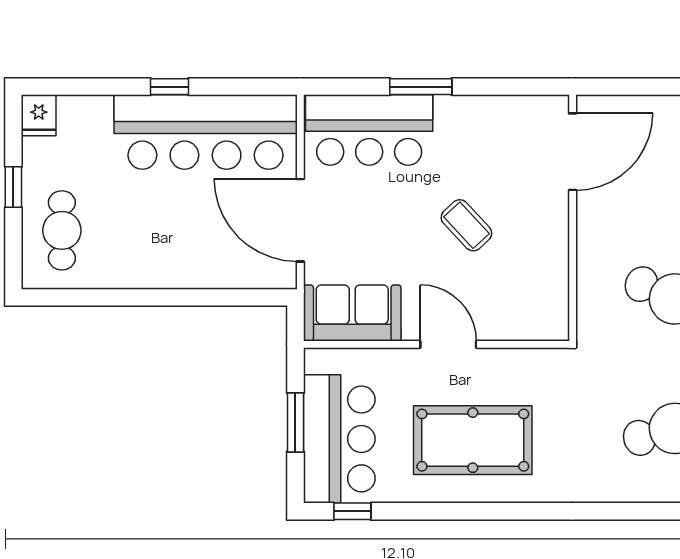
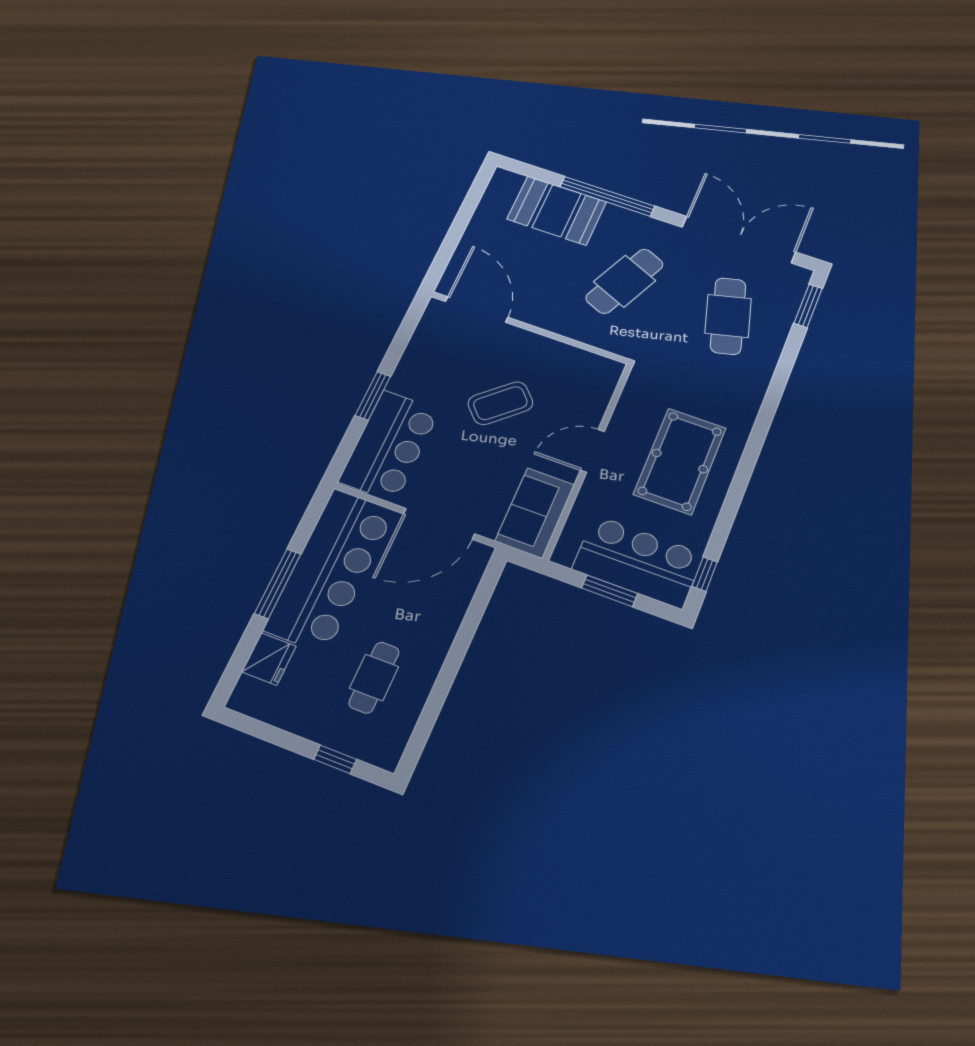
window: (169, 87) -> (278, 584), width x2.17
fridge: (39, 115) -> (269, 659), moved, width x1.38
window: (13, 187) -> (335, 759), moved
coffee table: (466, 225) -> (500, 403), width x1.36, depth x1.30
cafe table: (62, 230) -> (374, 678), moved, turned 90

